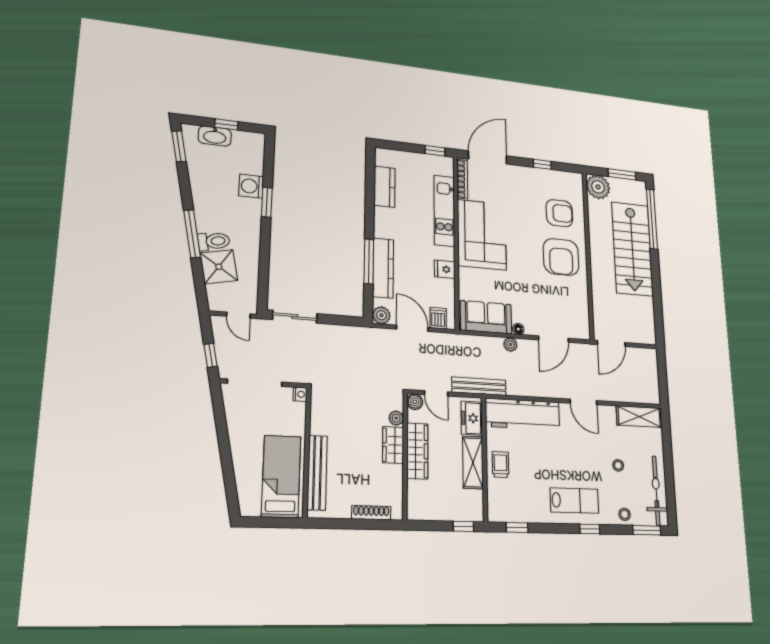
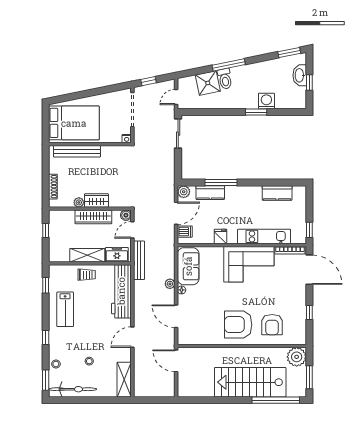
kitchen counter: (383, 268) -> (210, 193), width x0.67
plant: (396, 418) -> (79, 202), moved
bed: (281, 476) -> (74, 123), width x1.50
lab bench: (574, 500) -> (65, 309), moved
window: (463, 526) -> (46, 231), moved

